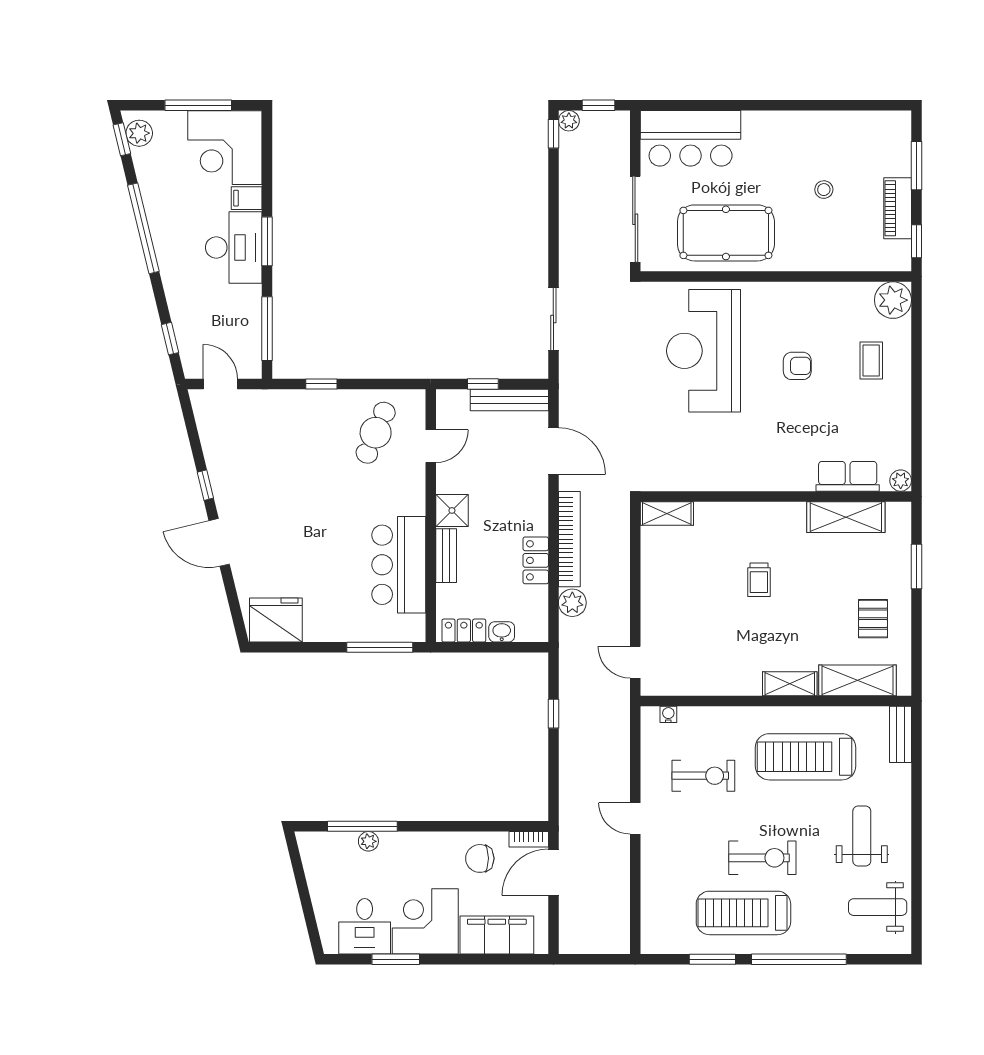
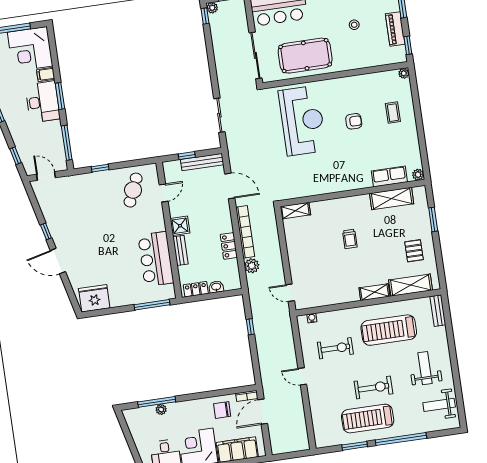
plant: (893, 300) -> (404, 73), width x0.53, depth x0.53
reception desk: (704, 351) -> (302, 121), turned 180

